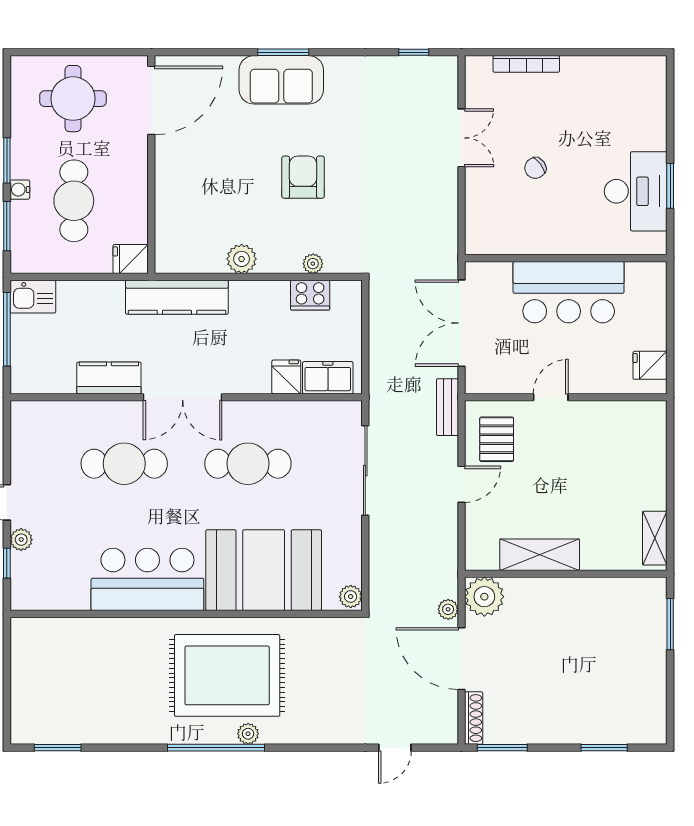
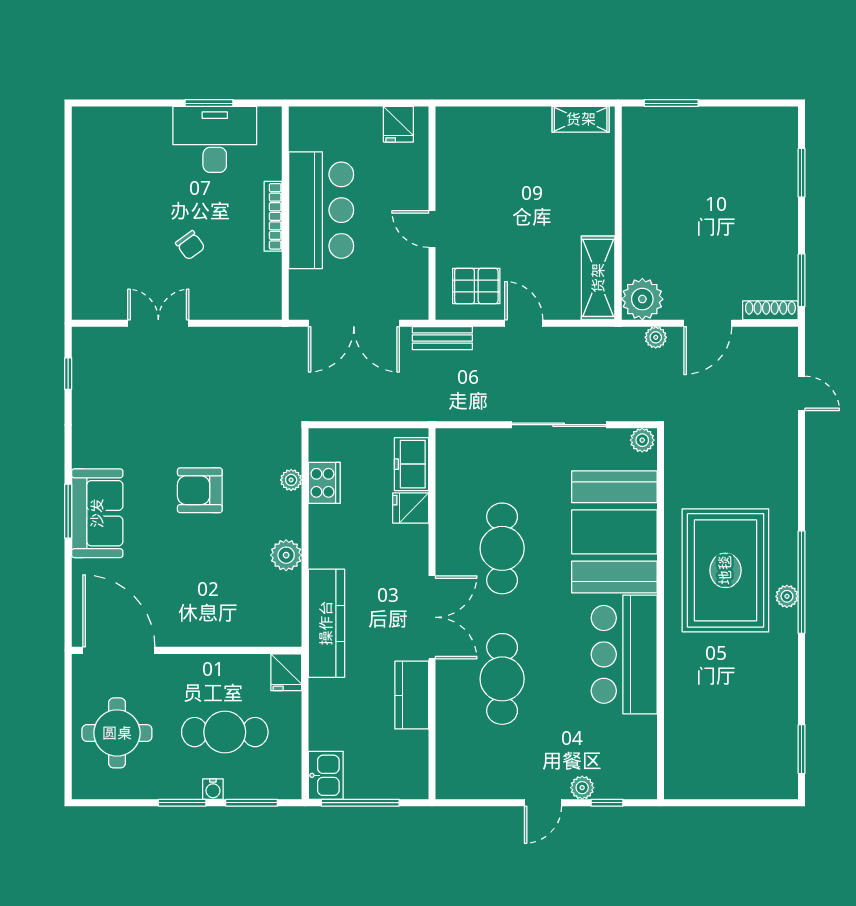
bookcase: (526, 64) -> (273, 216), moved, turned 180
sliding door: (365, 470) -> (559, 425), moved
shelving: (540, 555) -> (598, 278), moved
door: (461, 659) -> (708, 323), width x0.73
plant: (248, 734) -> (787, 596), moved

